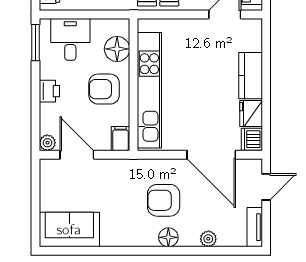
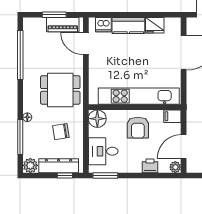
floor lamp: (117, 49) -> (97, 119), moved
printer: (49, 91) -> (150, 166), moved
dishwasher: (252, 139) -> (103, 25), moved

